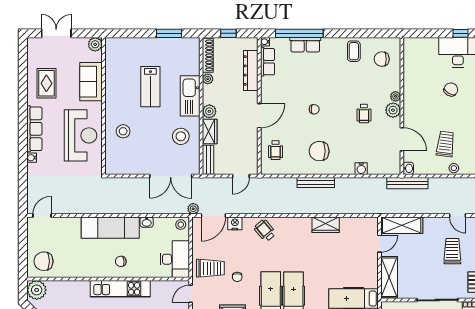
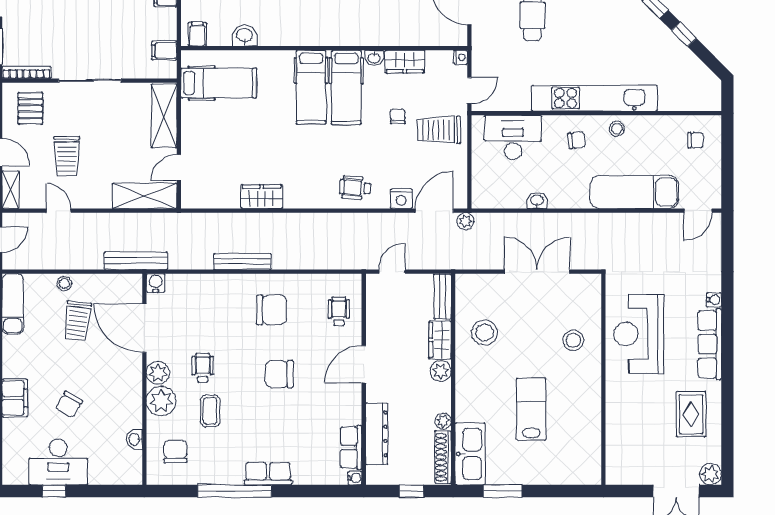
window: (299, 33) -> (235, 491), moved
plant: (95, 44) -> (710, 474), moved
row of seats: (305, 45) -> (268, 474), moved
coffee table: (354, 51) -> (210, 411), moved
chair: (382, 59) -> (175, 451), turned -90
sofa: (91, 82) -> (623, 417), removed
kitchen sink: (190, 96) -> (470, 454), moved
plant: (395, 96) -> (161, 401), width x1.88, depth x1.88
chair: (314, 109) -> (279, 374), width x1.87, depth x1.87
door: (402, 139) -> (144, 328), width x1.36
washbasin: (408, 168) -> (134, 439), moved
water cooler: (361, 169) -> (156, 283), moved
double door: (171, 176) -> (537, 272), moved
bench: (316, 182) -> (242, 262), moved
stool: (181, 225) -> (617, 129), moved
exam couch: (110, 228) -> (634, 192), moved
wheelchair: (265, 231) -> (355, 188), turned 134
desk: (175, 259) -> (513, 138), moved, turned 90
chair: (44, 261) -> (696, 140), width x0.54, depth x0.54
kitchen unit: (120, 289) -> (594, 98), width x1.36
plant: (37, 290) -> (706, 96), removed

